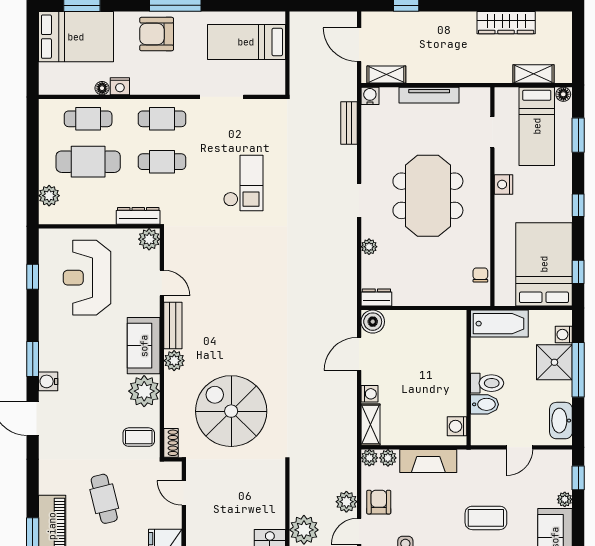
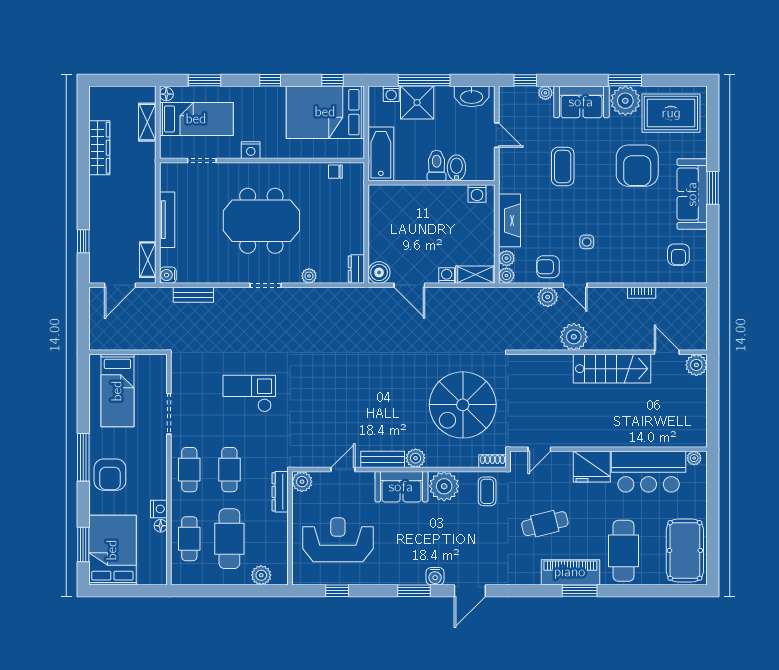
reception desk: (87, 278) -> (338, 540), turned 180

